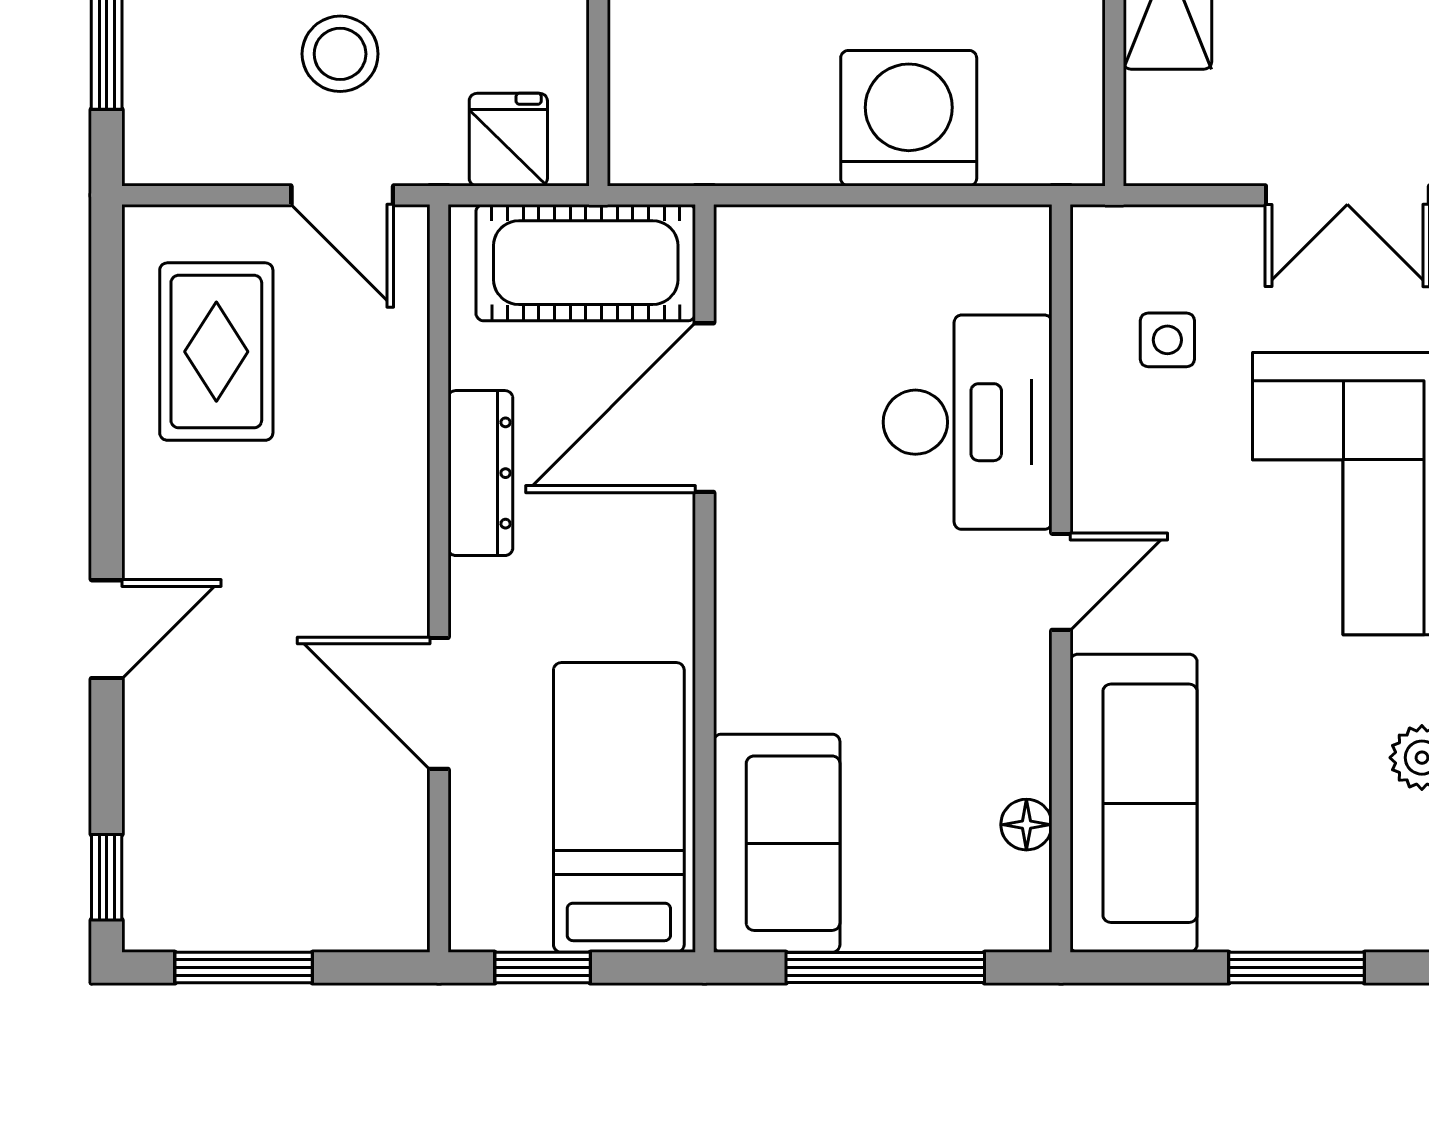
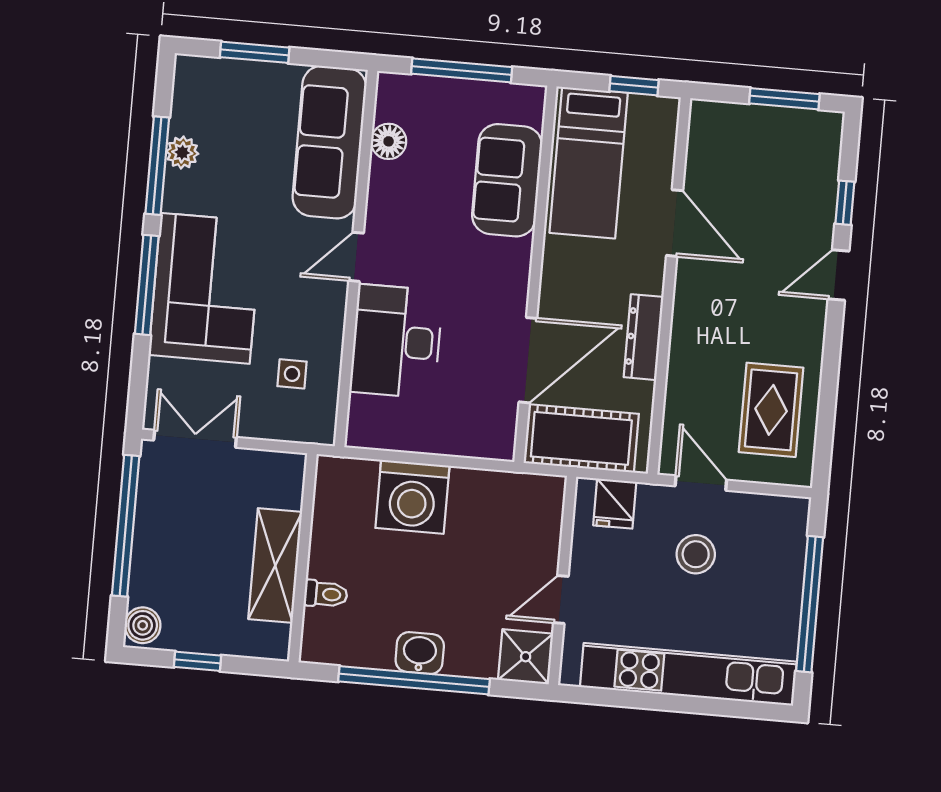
floor lamp: (1026, 825) -> (389, 141), width x1.37, depth x1.37
sofa: (777, 843) -> (507, 180), moved
window: (107, 877) -> (845, 203), moved

